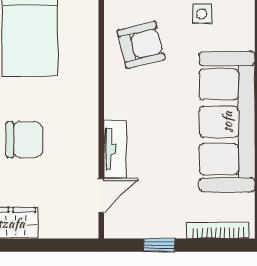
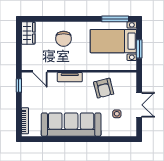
tv unit: (115, 149) -> (70, 77), moved
window: (159, 245) -> (19, 86), moved

